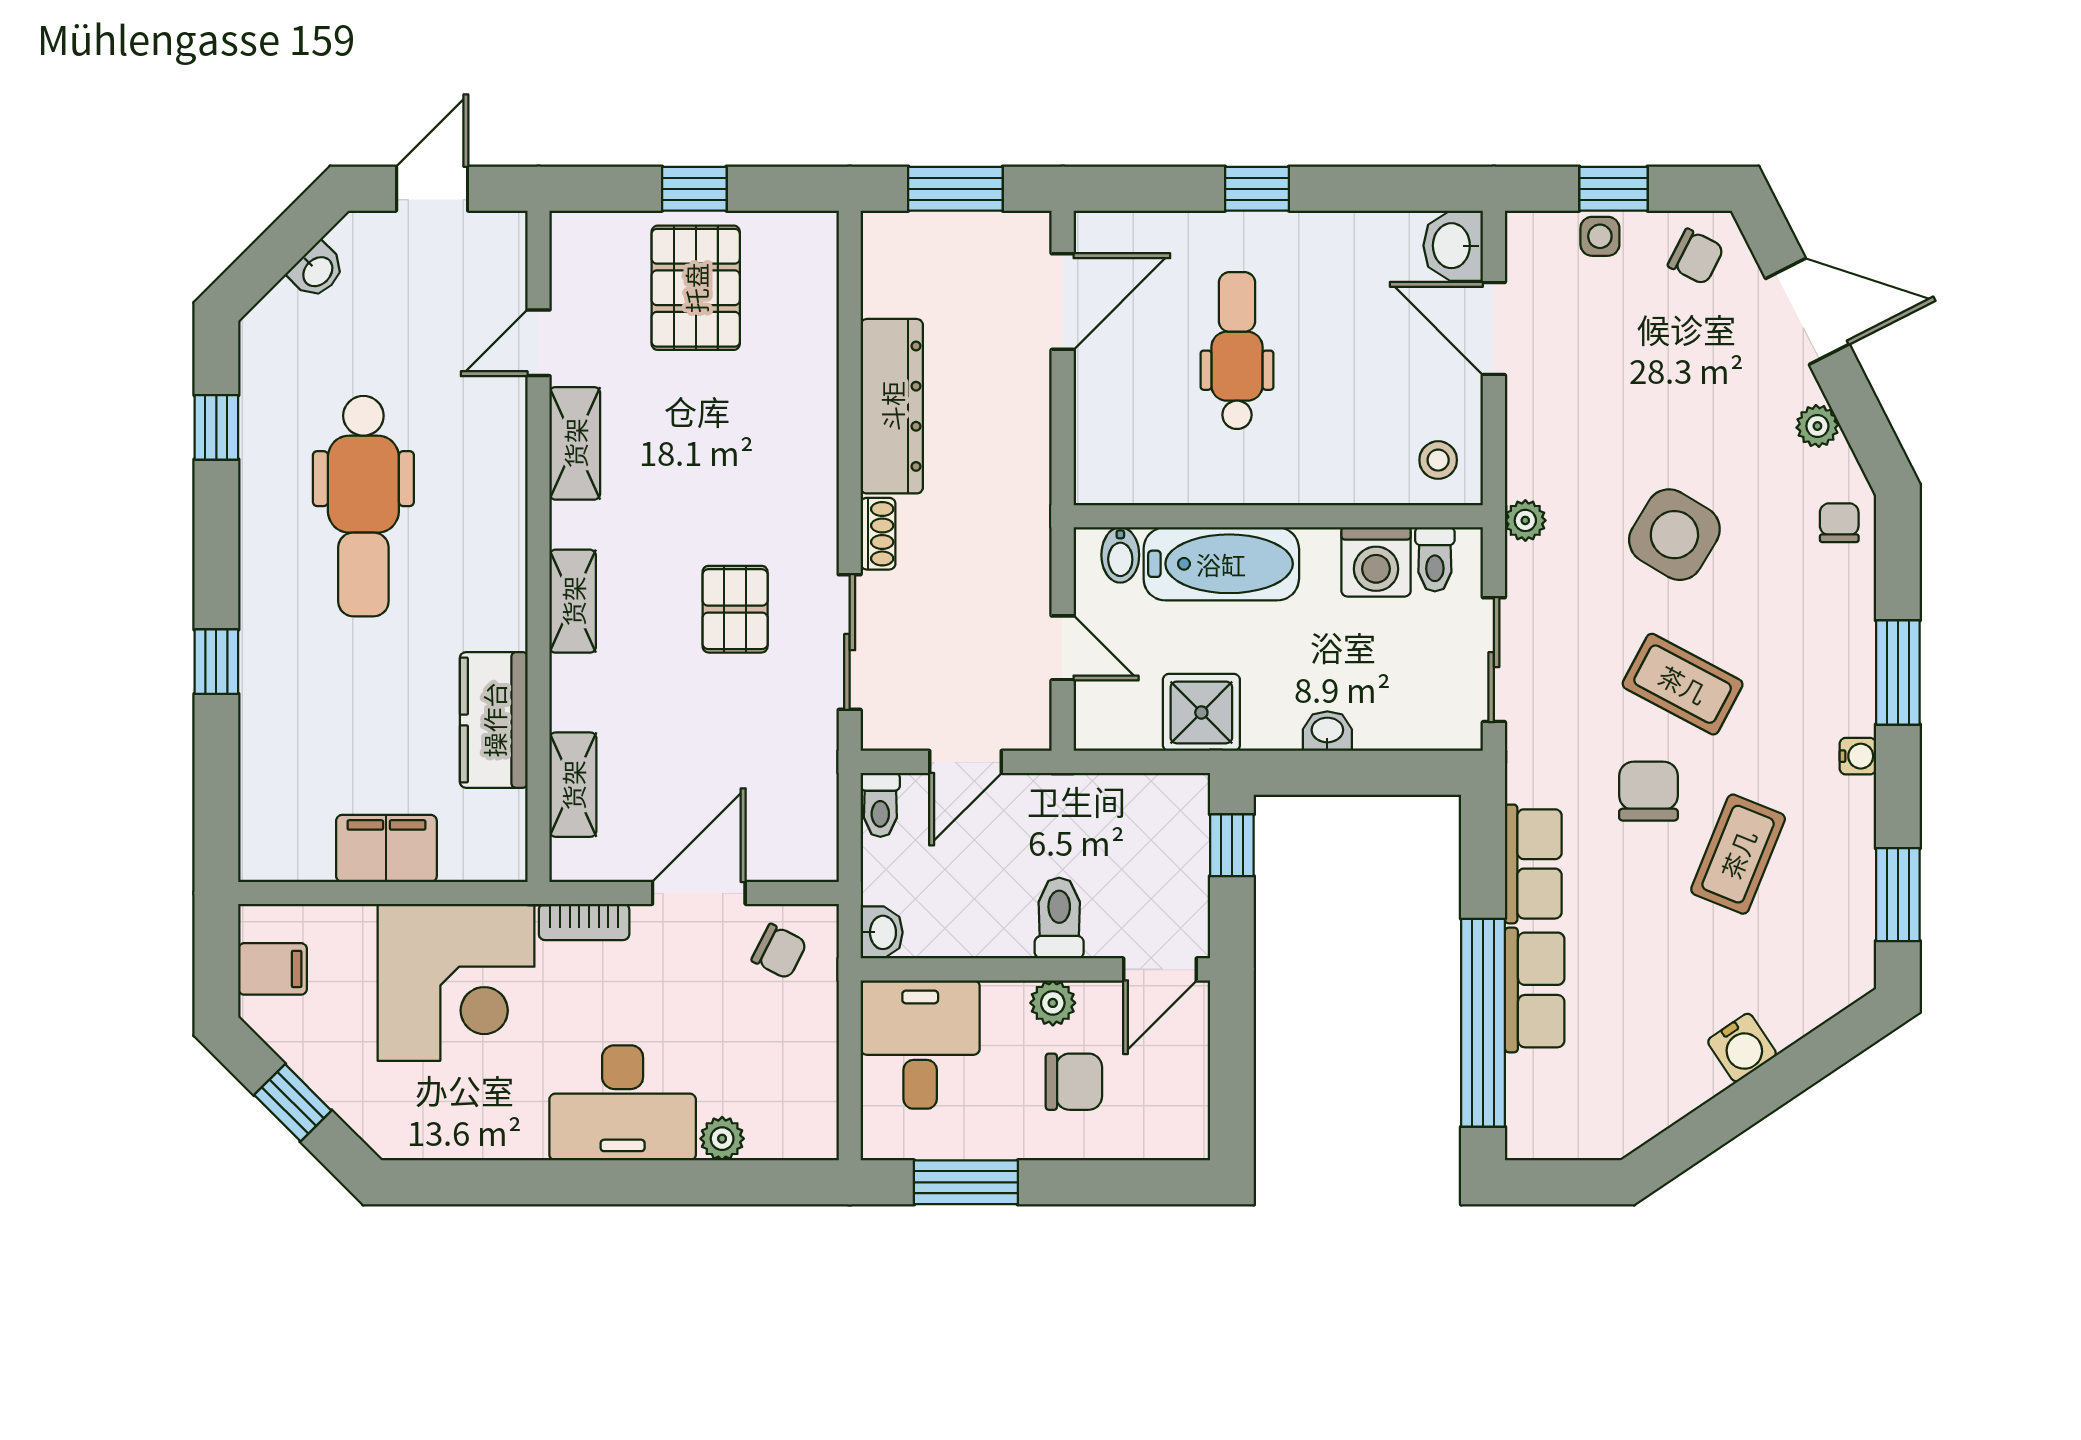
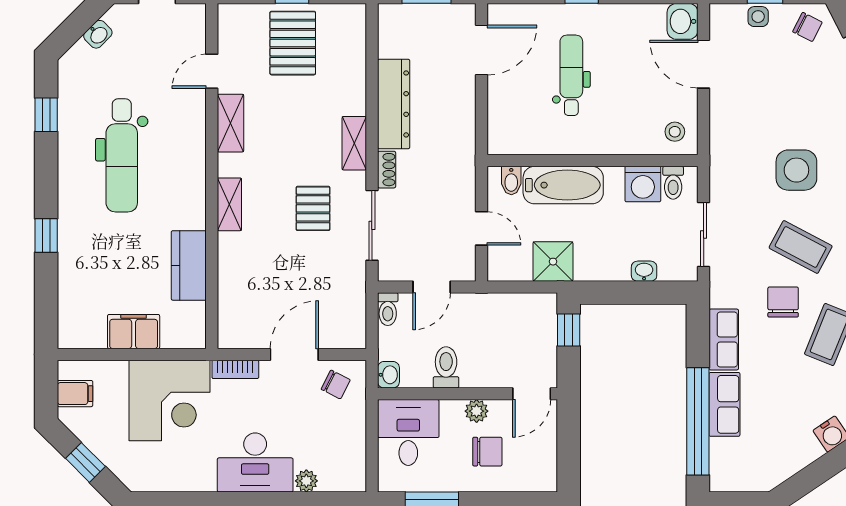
plant: (1525, 520) -> (720, 163), removed
side table: (1674, 535) -> (796, 170), turned -31
washbasin: (1327, 731) -> (644, 271), moved
shelving: (573, 785) -> (354, 143), moved
toilet: (1059, 918) -> (446, 367), moved

